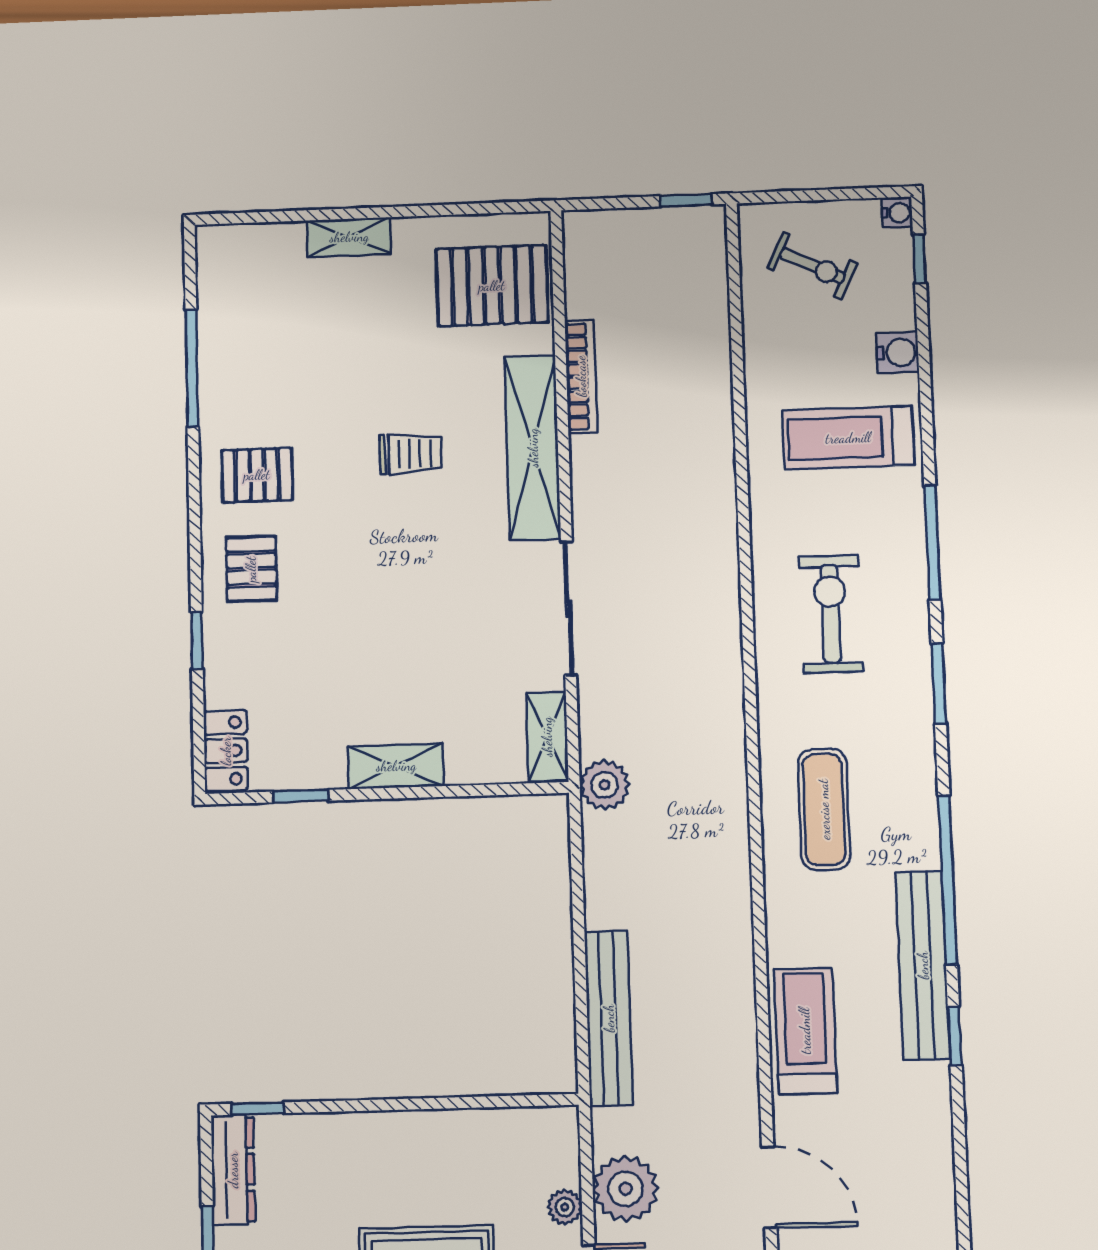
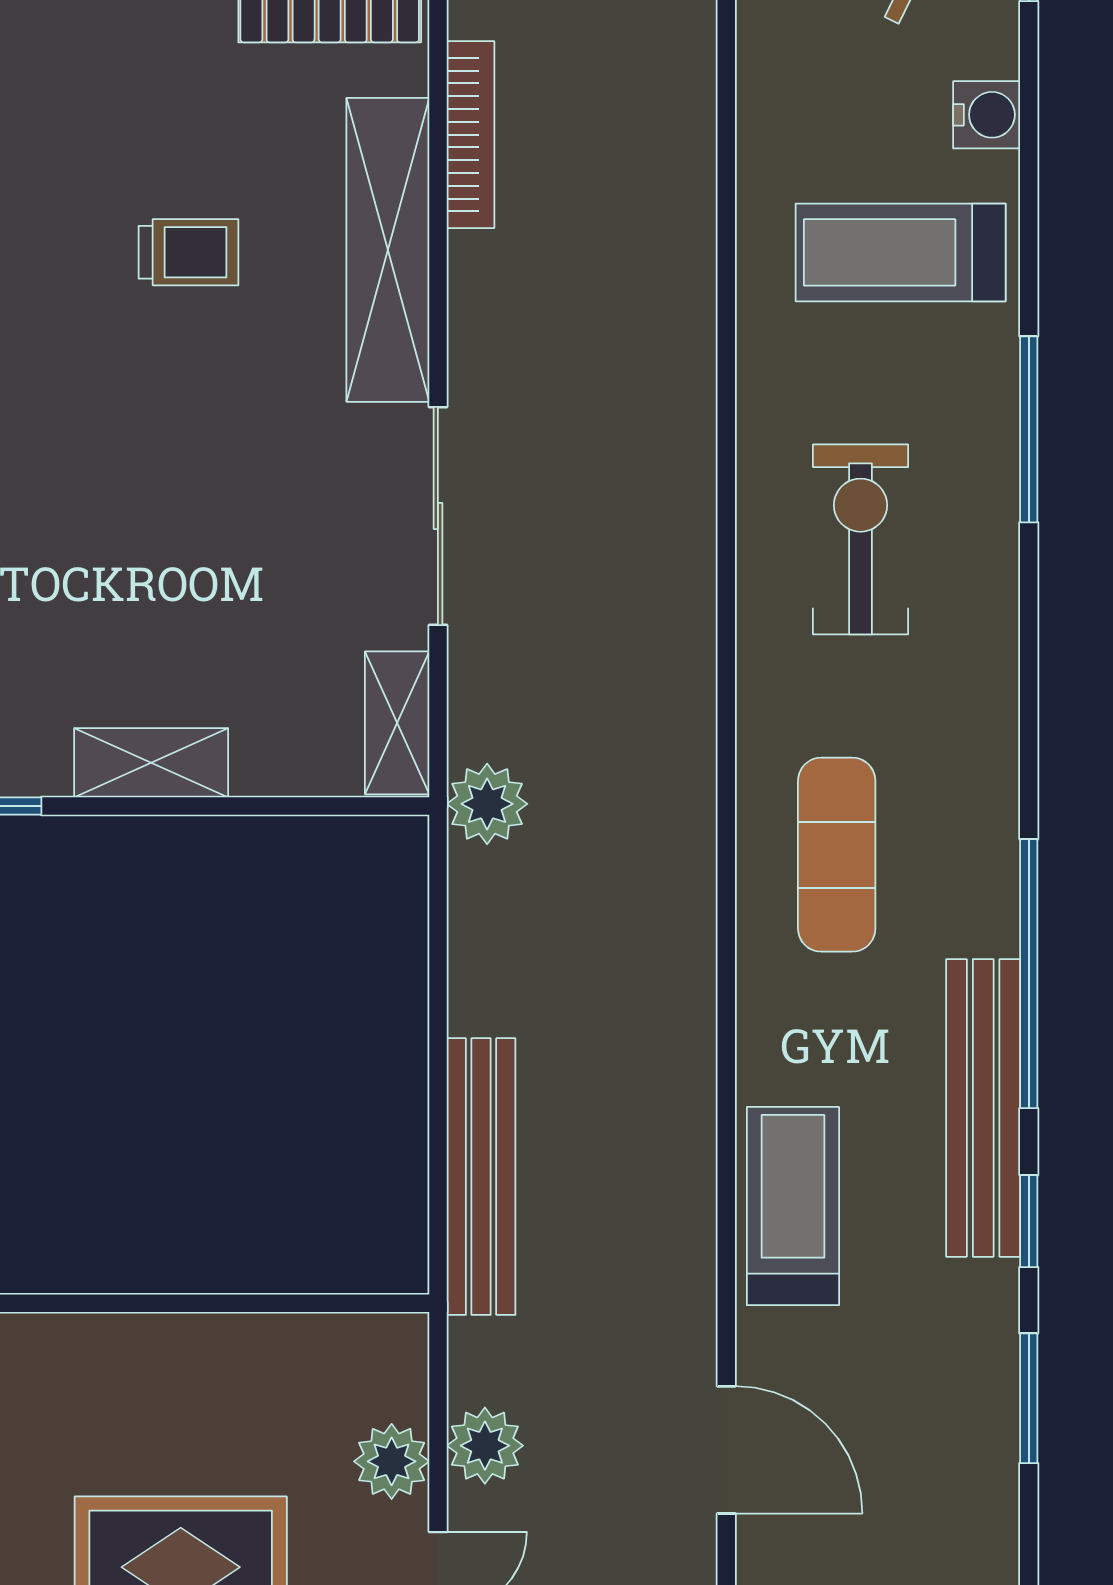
window: (939, 684) -> (1029, 1398), moved
plant: (625, 1189) -> (485, 1446), width x0.73, depth x0.73
plant: (565, 1207) -> (392, 1461), width x1.38, depth x1.38

